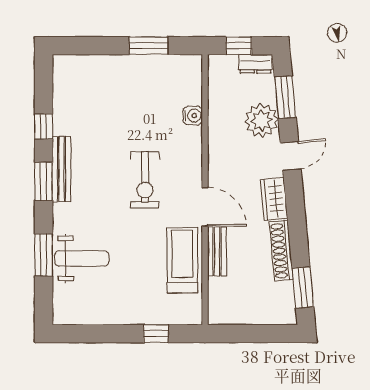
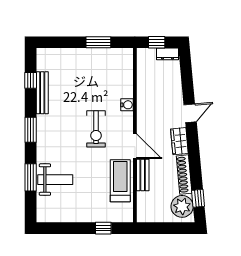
window: (285, 97) -> (187, 75), removed
water cooler: (193, 116) -> (127, 105), moved
plant: (261, 121) -> (182, 206), moved
window: (44, 127) -> (31, 80), moved
bench: (61, 169) -> (42, 93), moved
window: (303, 287) -> (198, 198), width x0.67

